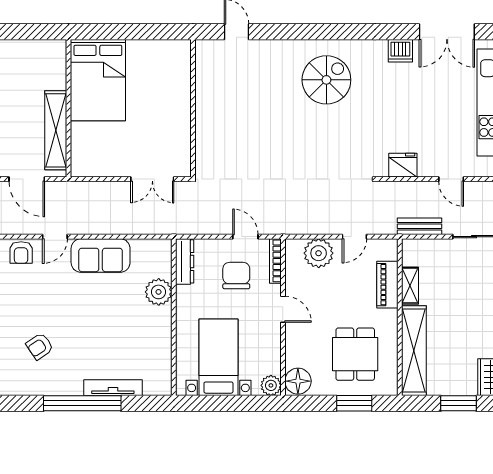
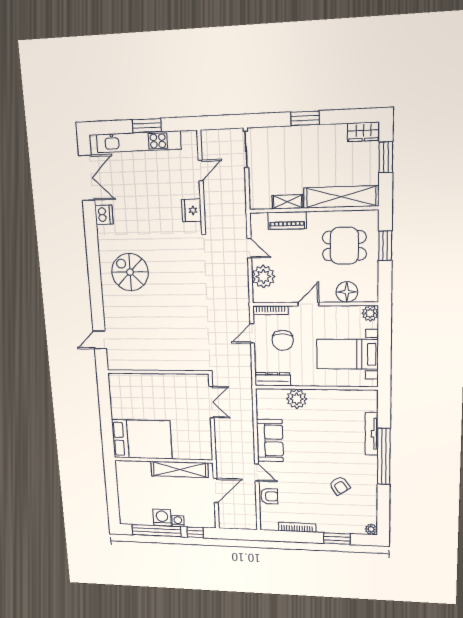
bench: (420, 226) -> (239, 195), removed
chair: (236, 276) -> (283, 340), turned -90
floor lamp: (298, 381) -> (347, 292), moved

